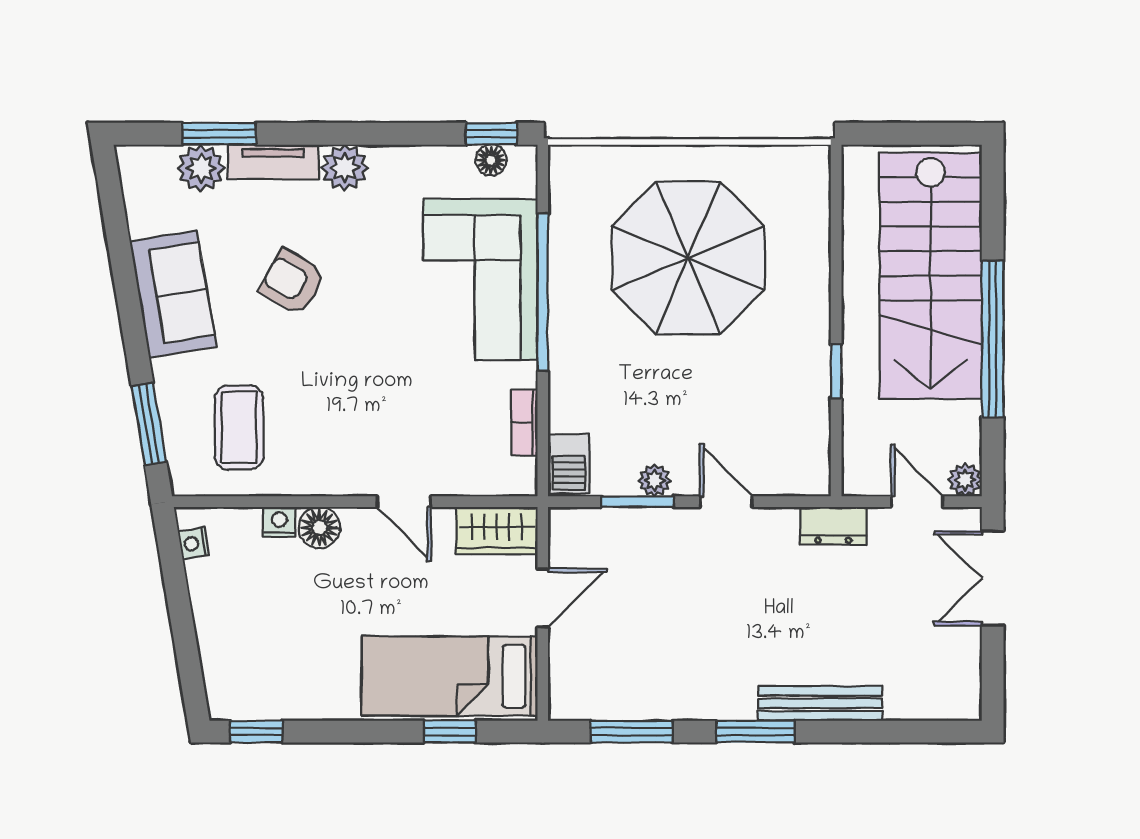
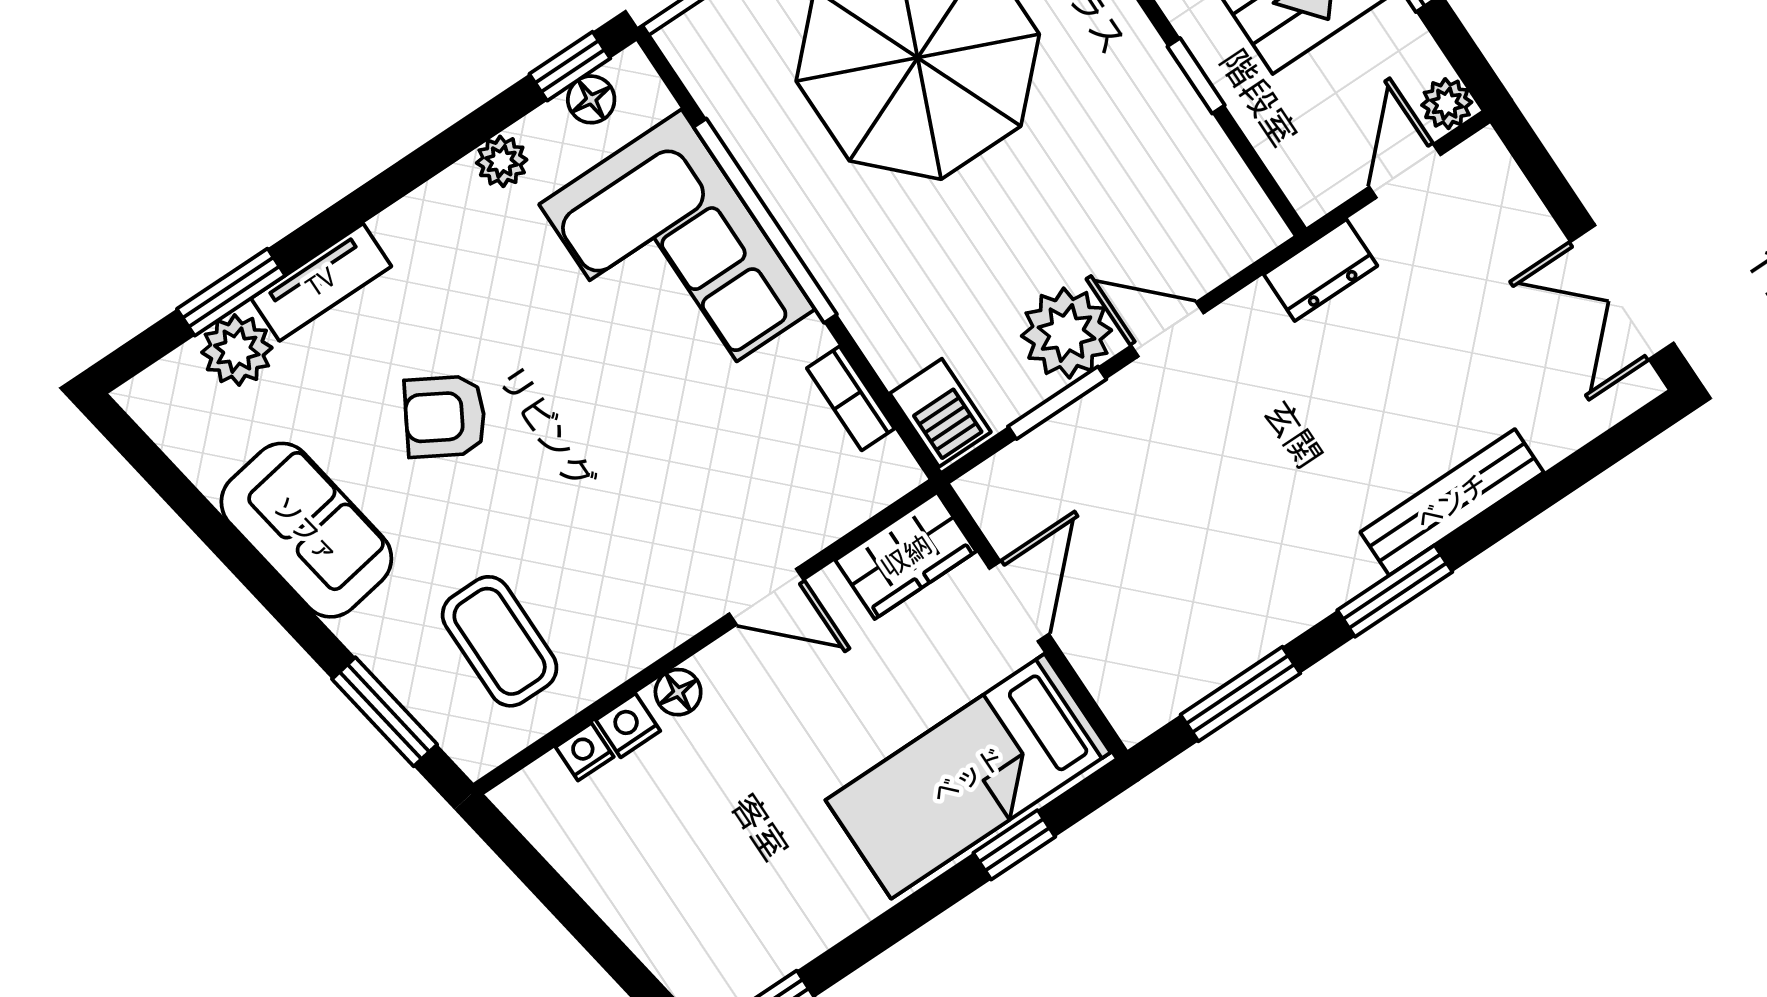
plant: (345, 168) -> (502, 161), moved, width x0.73, depth x0.73
plant: (655, 480) -> (1066, 333), width x1.88, depth x1.88
door: (917, 502) -> (1405, 171), hinge flipped
floor lamp: (319, 528) -> (678, 692), width x0.73, depth x0.73
nightstand: (194, 543) -> (585, 752), moved, turned 99
double door: (993, 578) -> (1622, 292), moved

